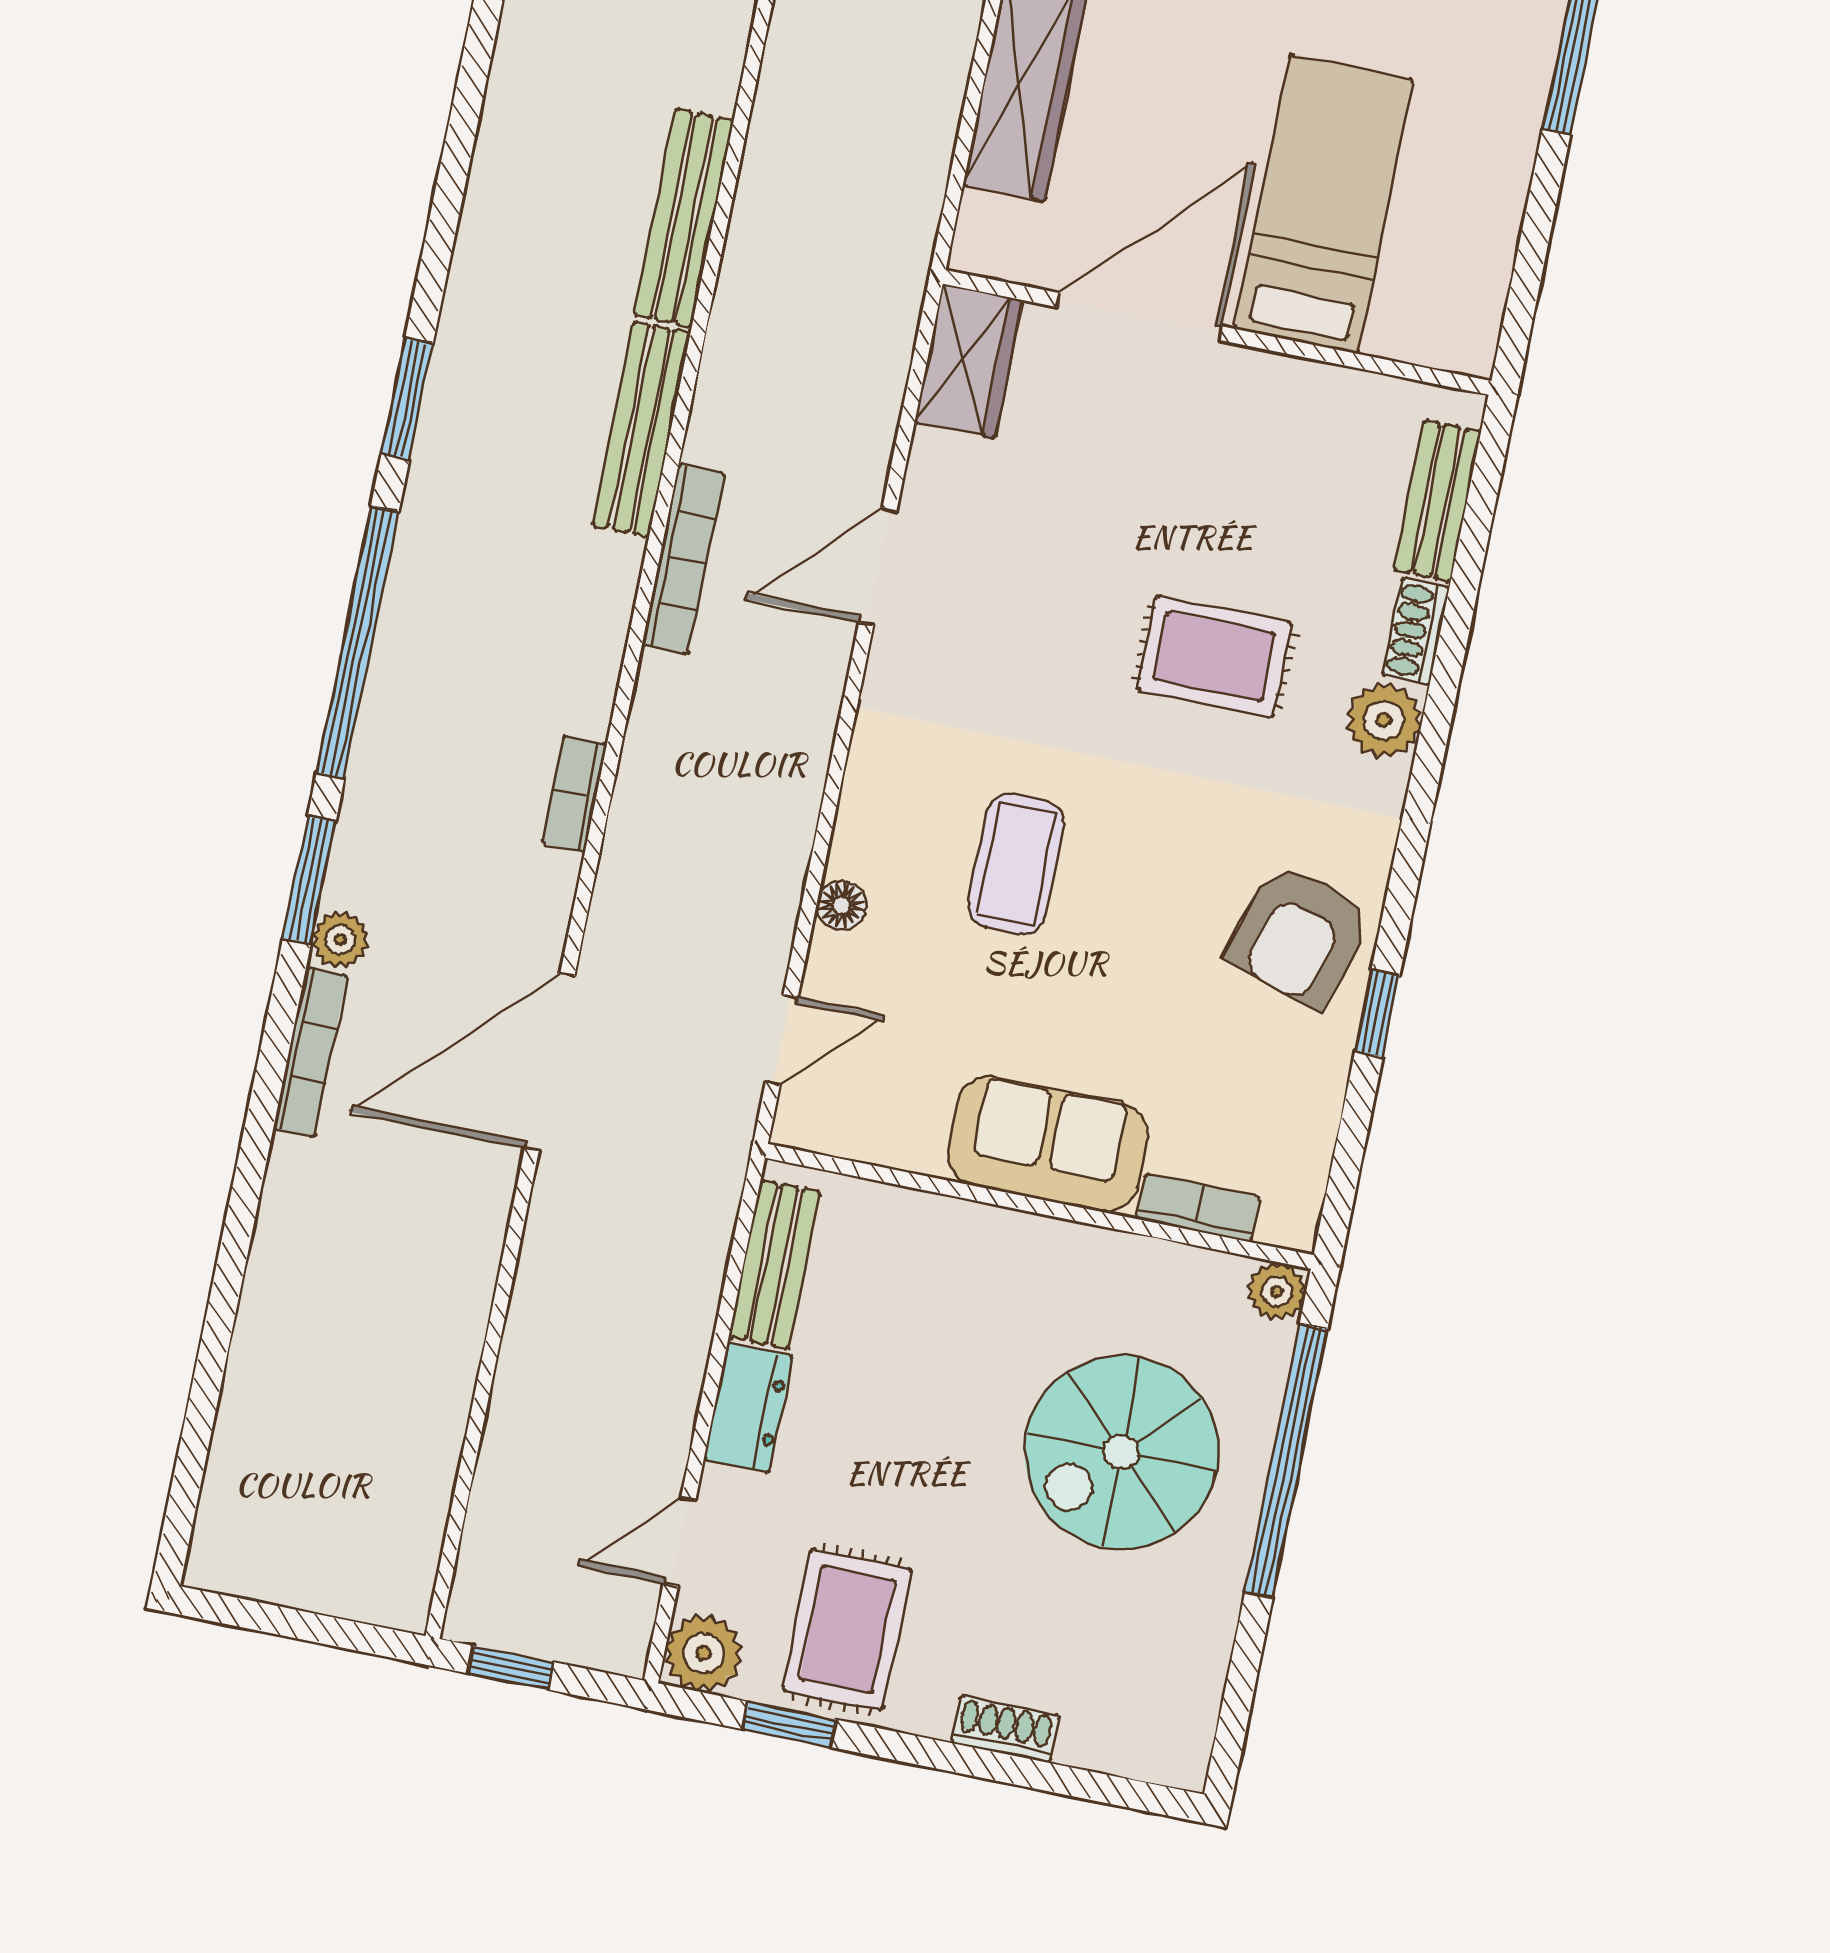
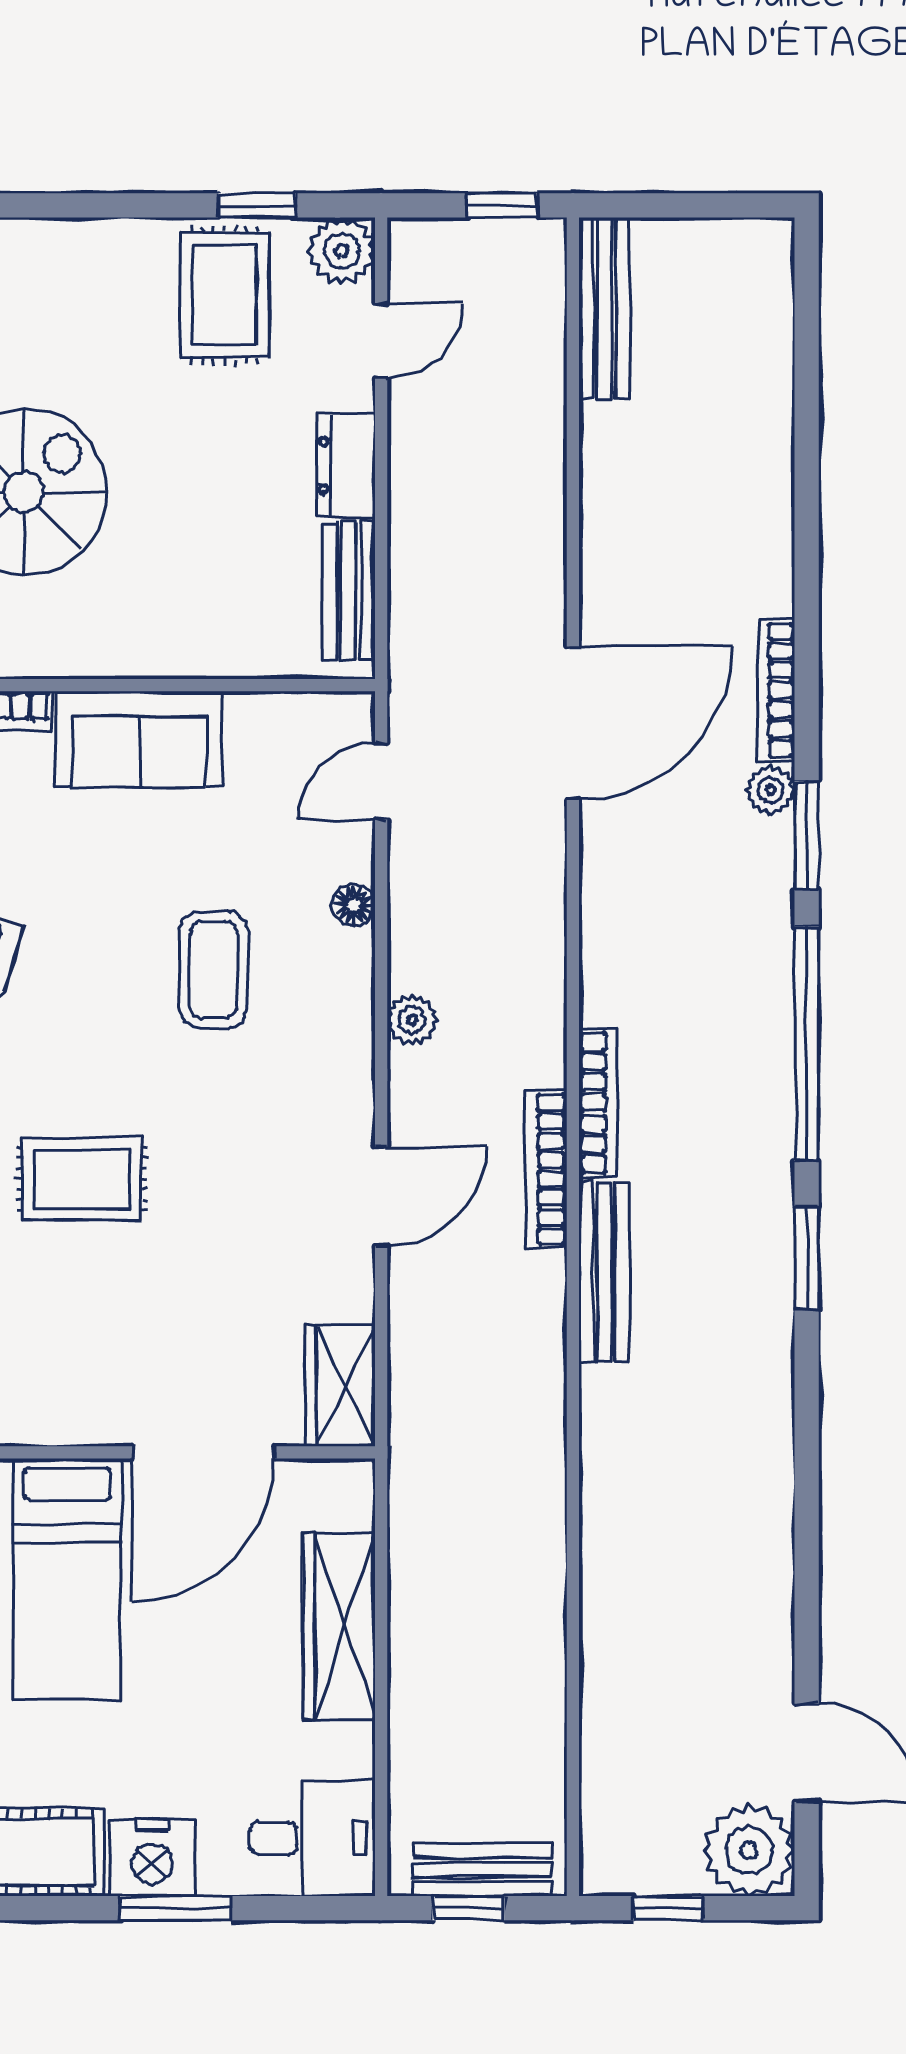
bench: (684, 218) -> (604, 308), moved
plant: (802, 761) -> (412, 1020), added
bookcase: (574, 794) -> (598, 1103), moved, width x1.56
shoe rack: (1005, 1729) -> (74, 238), removed

